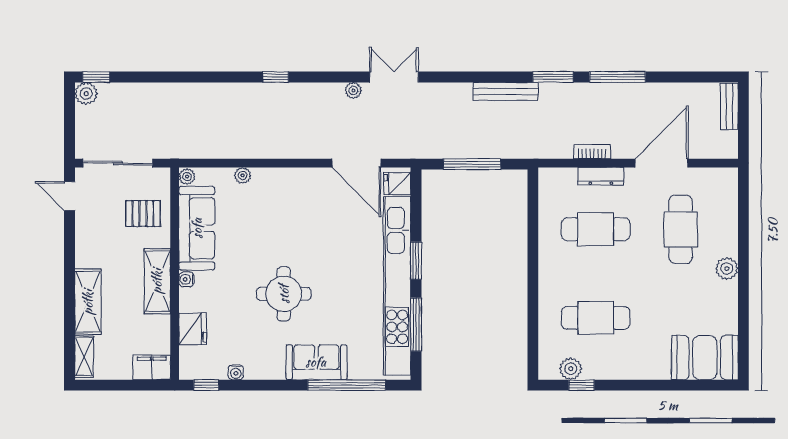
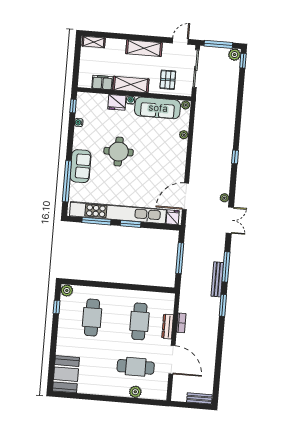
window: (618, 77) -> (226, 267), moved
window: (69, 125) -> (218, 44), added
plant: (727, 269) -> (135, 392), moved
shelving: (88, 302) -> (144, 48), moved
fridge: (193, 329) -> (117, 102), moved
filing cabinet: (152, 367) -> (102, 82), moved, turned -90
plant: (571, 369) -> (67, 290), moved

